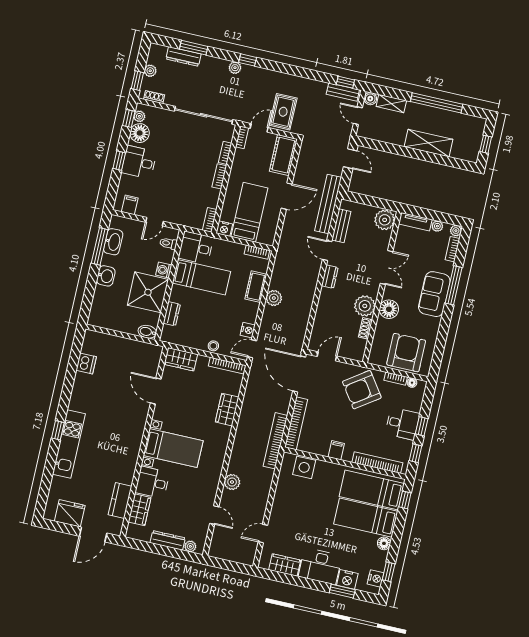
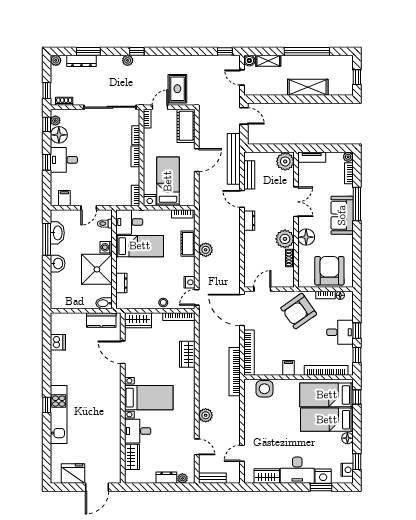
plant: (150, 71) -> (56, 60), moved
bench: (343, 92) -> (212, 478), moved
plant: (437, 226) -> (331, 157), removed
kitchen counter: (120, 501) -> (101, 320), moved, turned -90
dresser: (168, 540) -> (166, 478), width x0.70

